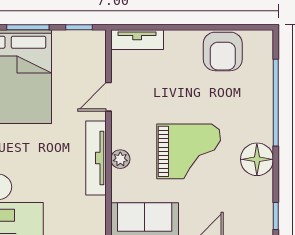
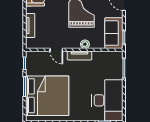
tv unit: (137, 40) -> (30, 25), moved
tv unit: (96, 158) -> (80, 55), width x0.71

